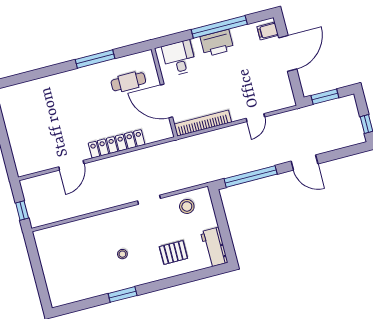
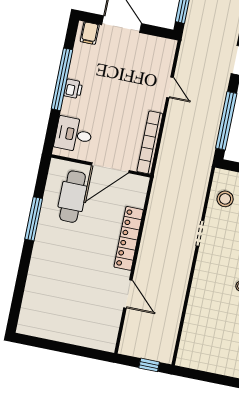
printer: (217, 43) -> (73, 89), width x0.53, depth x0.68
cafe table: (128, 82) -> (73, 197), width x1.37, depth x1.35

